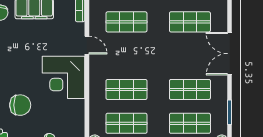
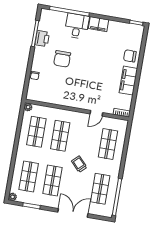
trolley: (161, 57) -> (79, 164), added
corner desk: (64, 77) -> (76, 93), removed

